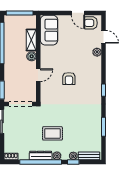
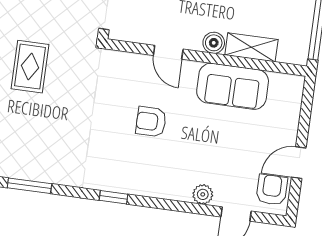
sofa: (49, 30) -> (233, 86), moved

